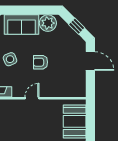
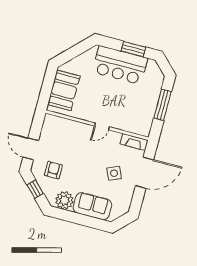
armchair: (40, 62) -> (53, 170), moved, turned -90

